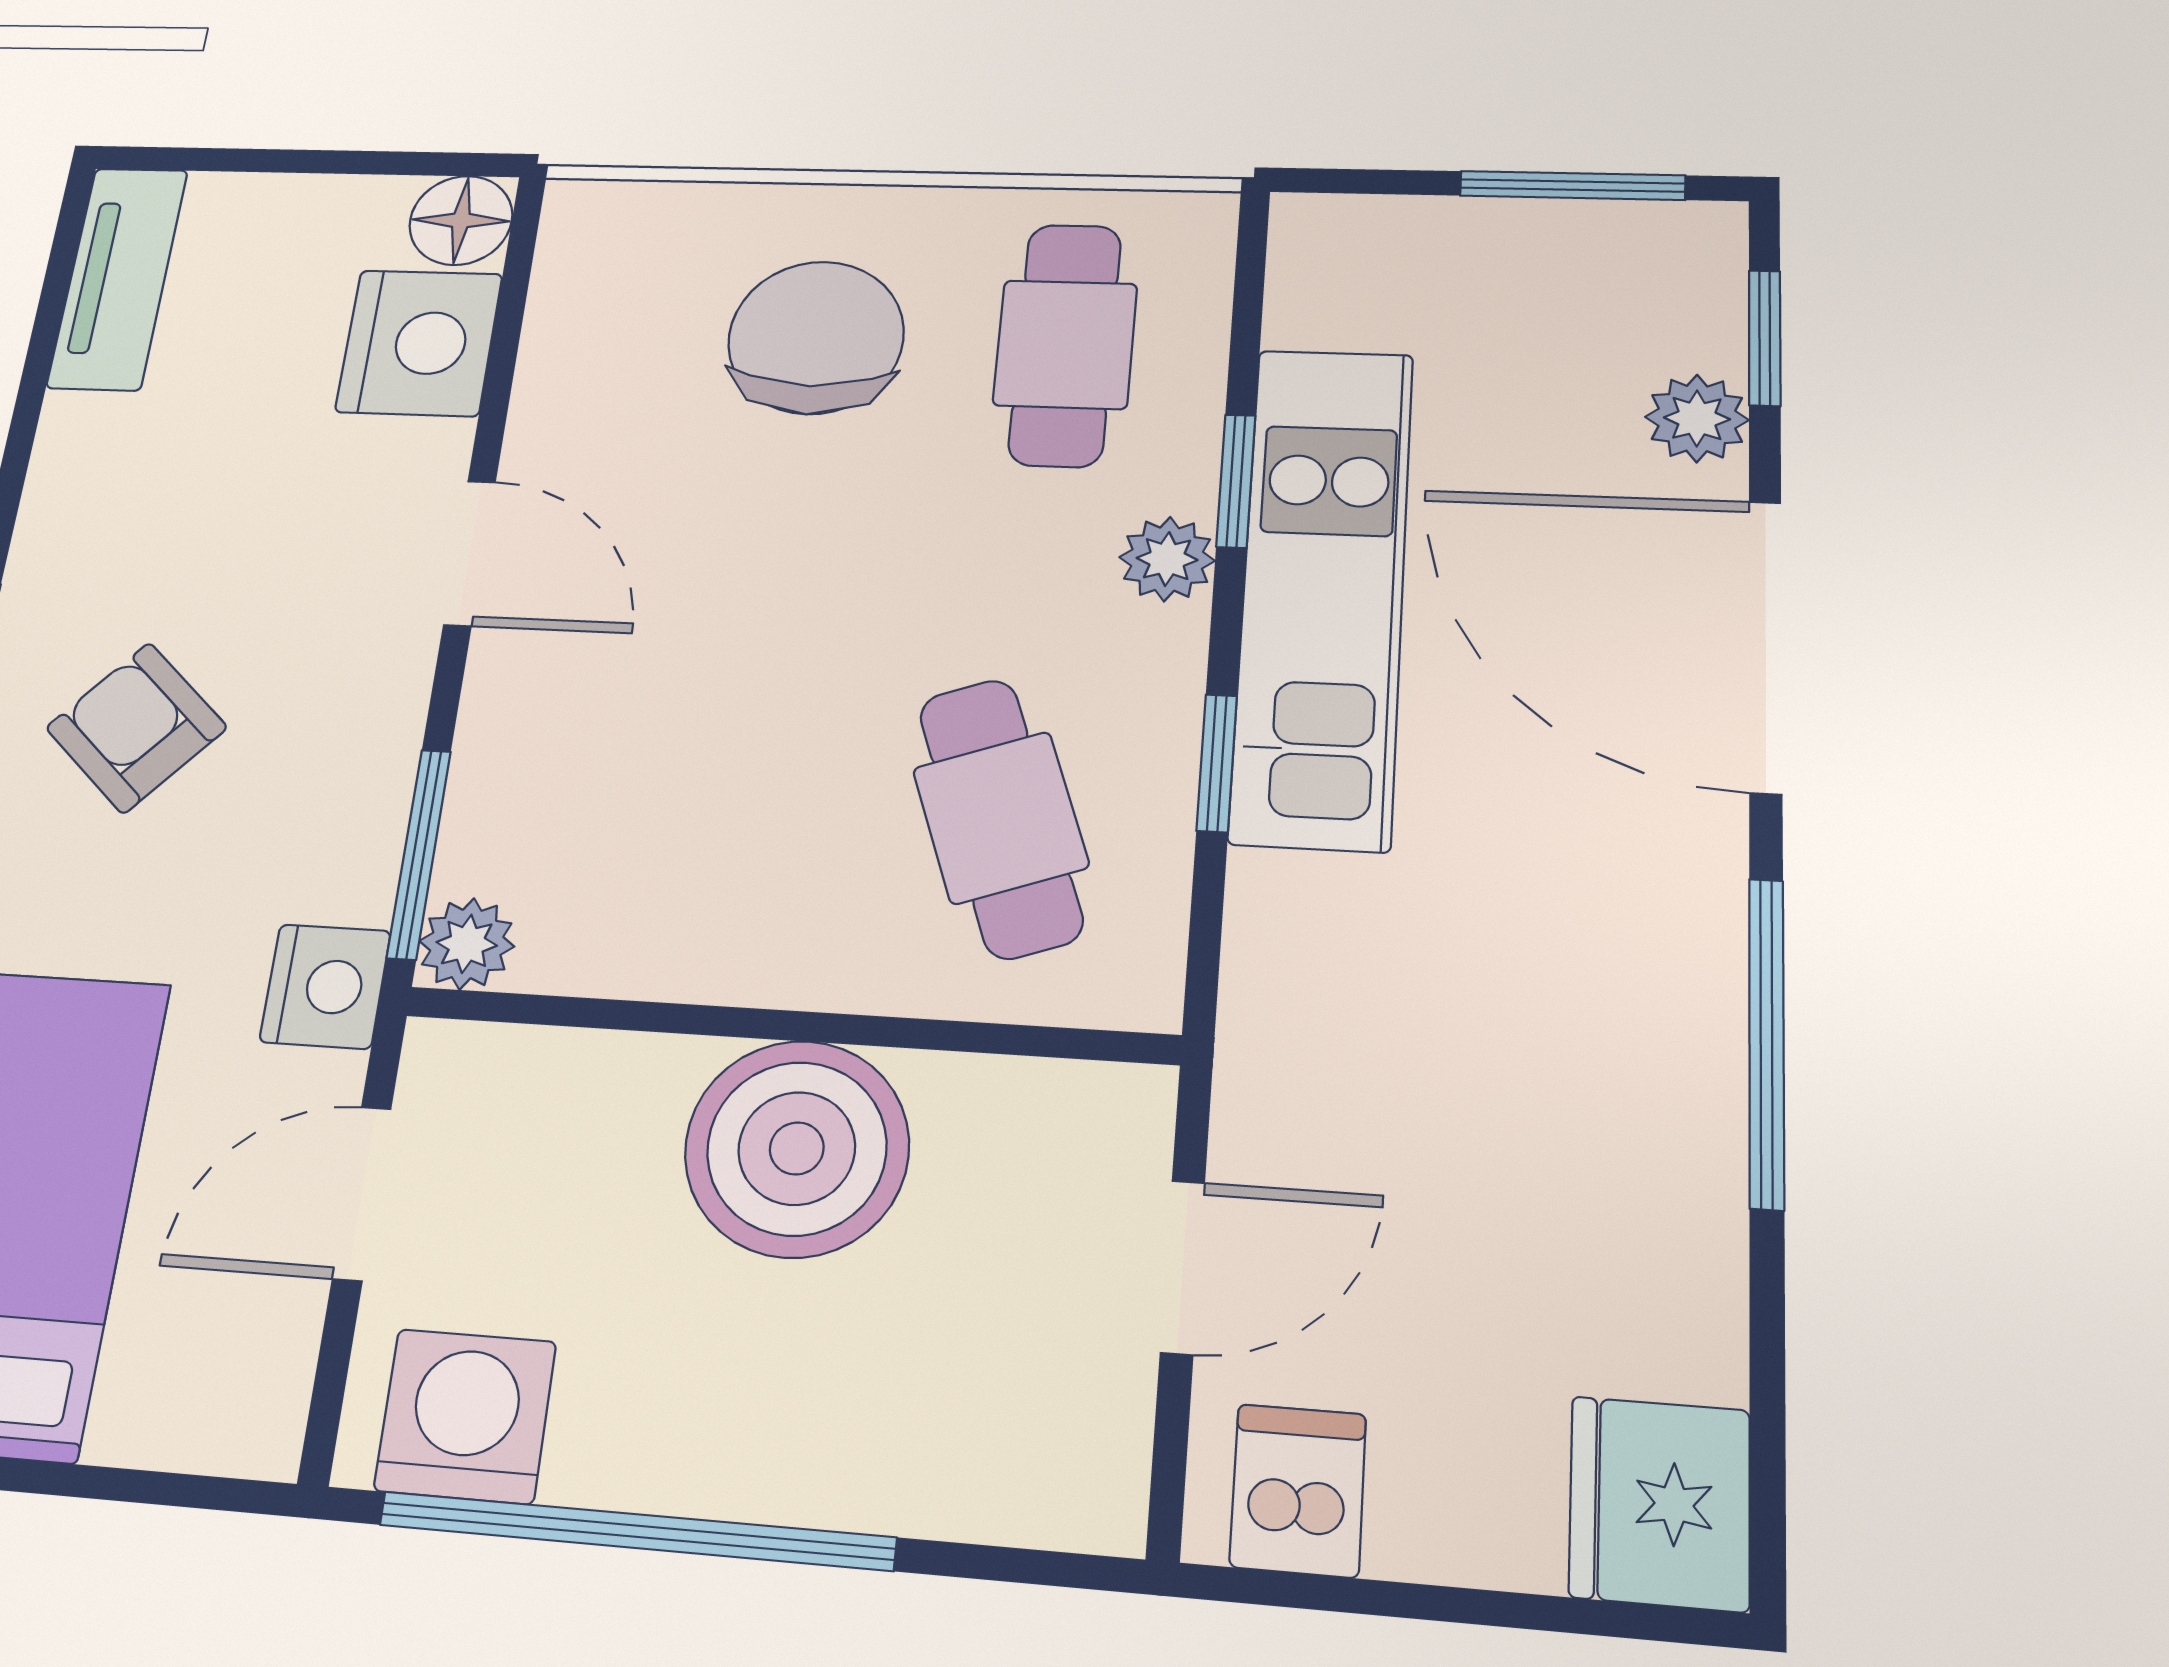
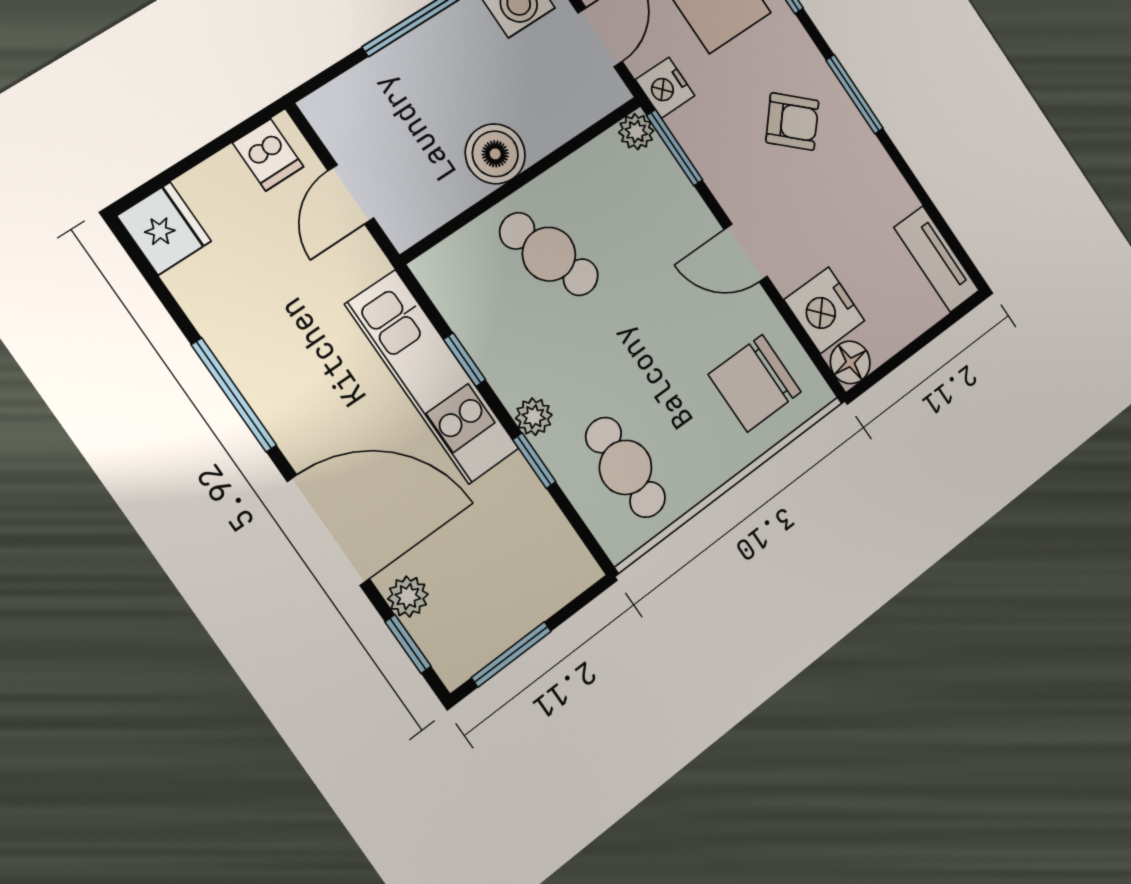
chair: (816, 337) -> (755, 383), moved, turned 90
kitchen unit: (1323, 593) -> (432, 377), moved
cafe table: (1001, 818) -> (549, 254), moved
boiler: (797, 1148) -> (495, 154), width x0.73, depth x0.73

